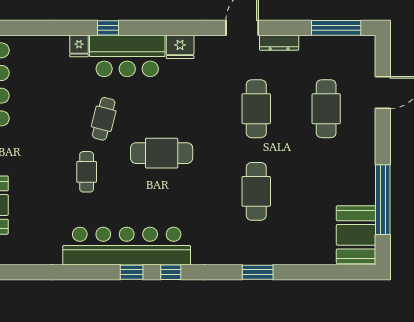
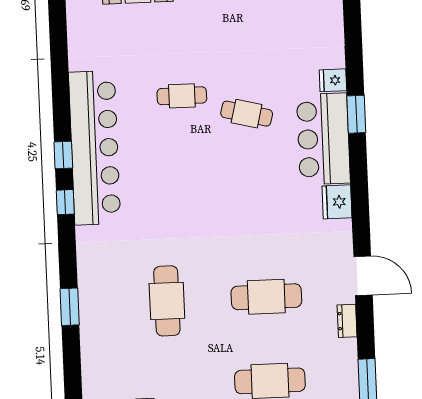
window: (108, 28) -> (356, 114), width x1.50
dresser: (279, 43) -> (347, 321), width x0.70
cafe table: (162, 153) -> (208, 185), removed
cafe table: (256, 191) -> (167, 301), turned 90

